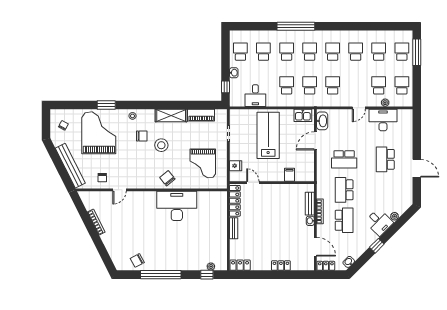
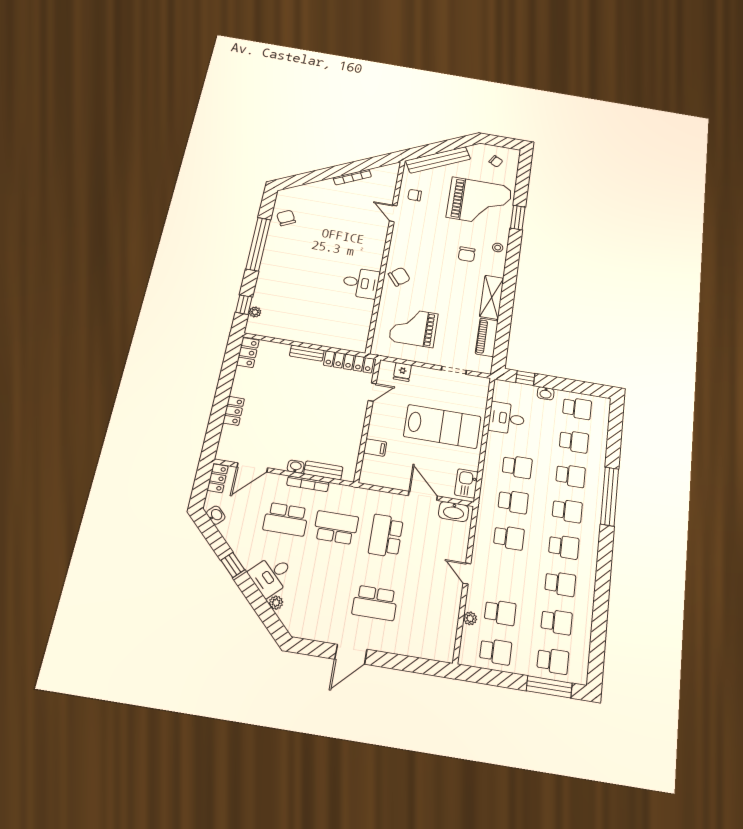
desk: (383, 120) -> (441, 610), removed
stool: (161, 145) -> (449, 277), removed
school desk: (385, 159) -> (375, 603), turned 180
desk: (177, 206) -> (361, 283), width x0.53, depth x0.77

